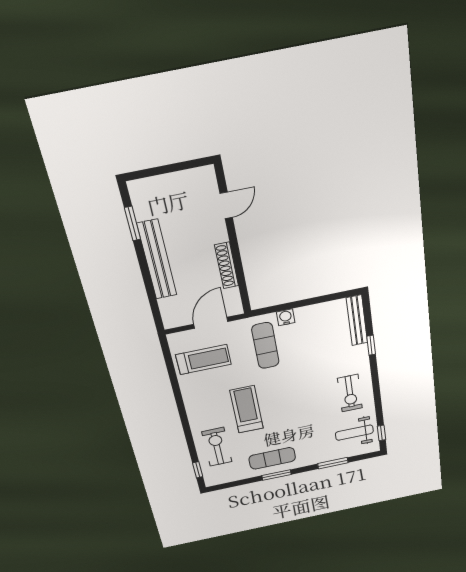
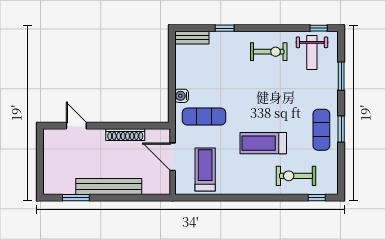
bench: (357, 320) -> (192, 38), width x0.73

